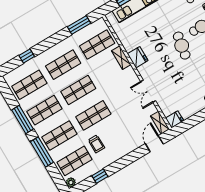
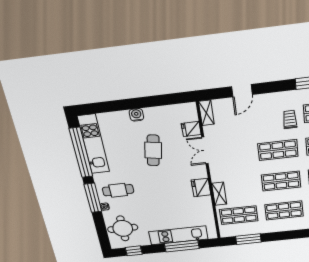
cafe table: (182, 46) -> (153, 150), moved
double door: (148, 91) -> (205, 150), swing flipped
fridge: (175, 119) -> (191, 129), moved
door: (154, 144) -> (242, 91), moved

